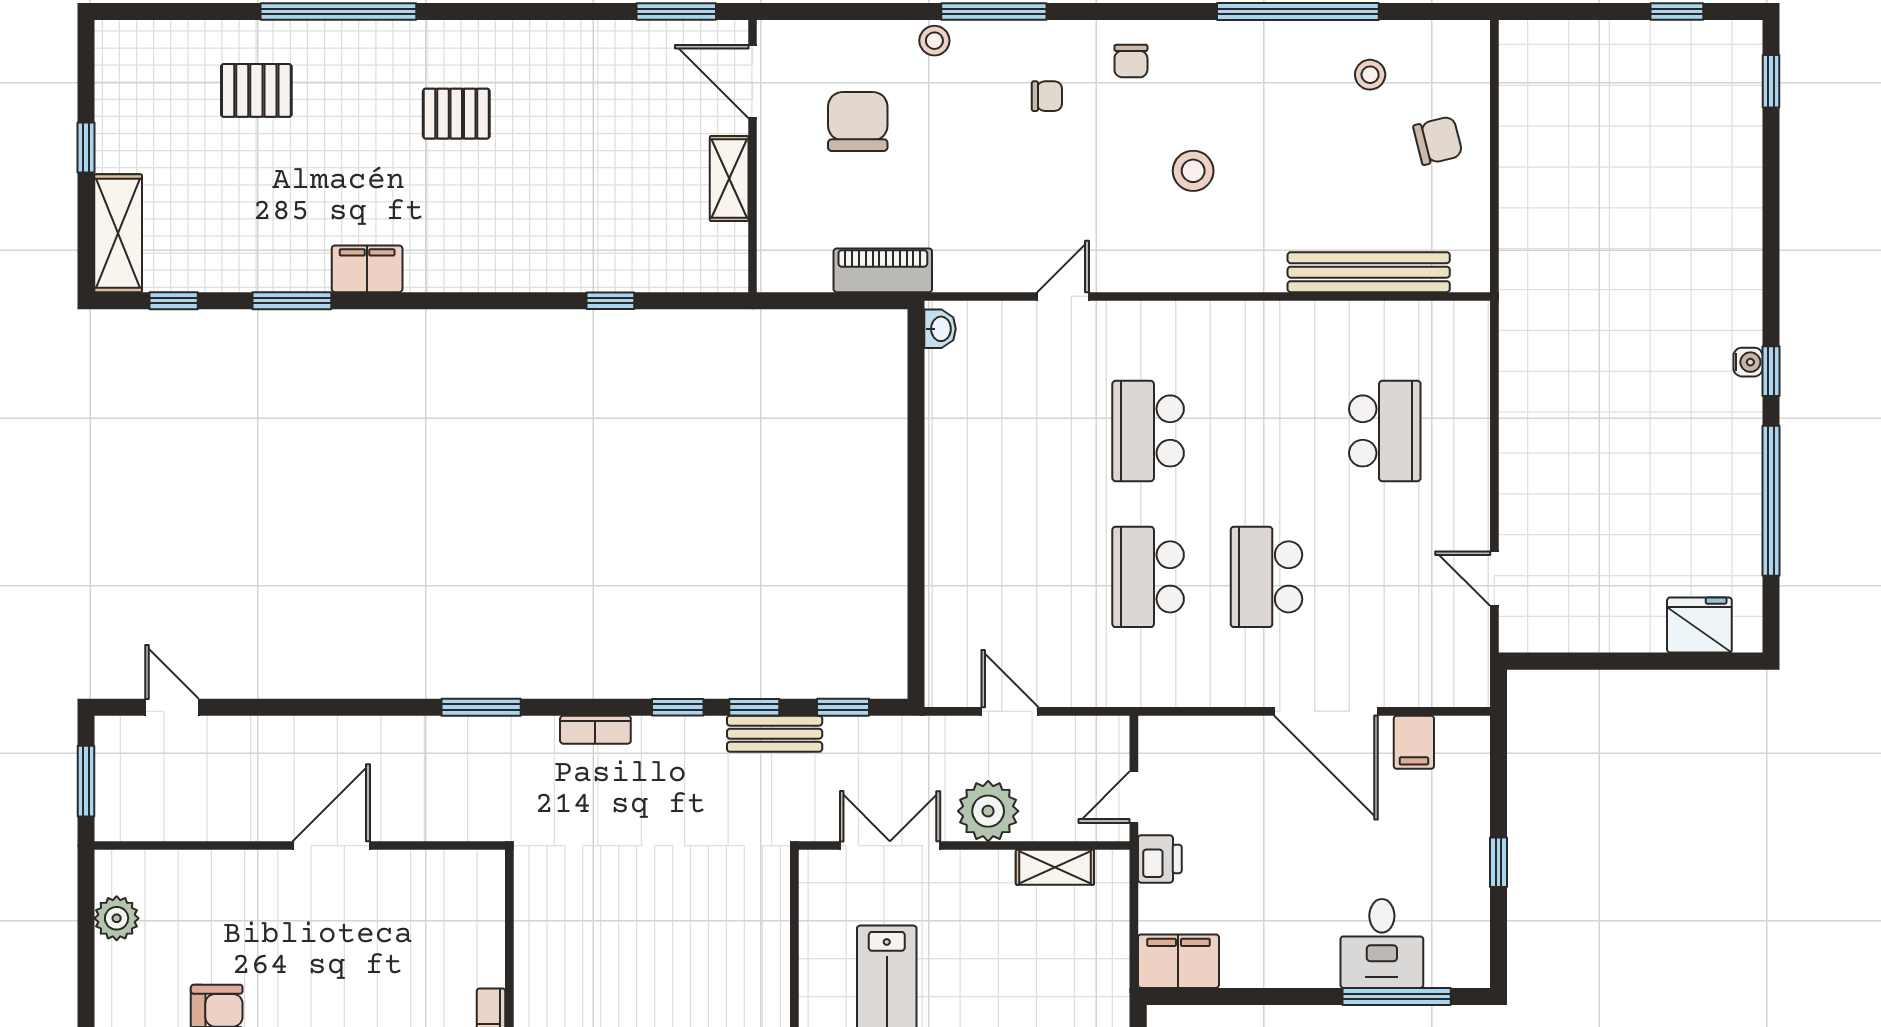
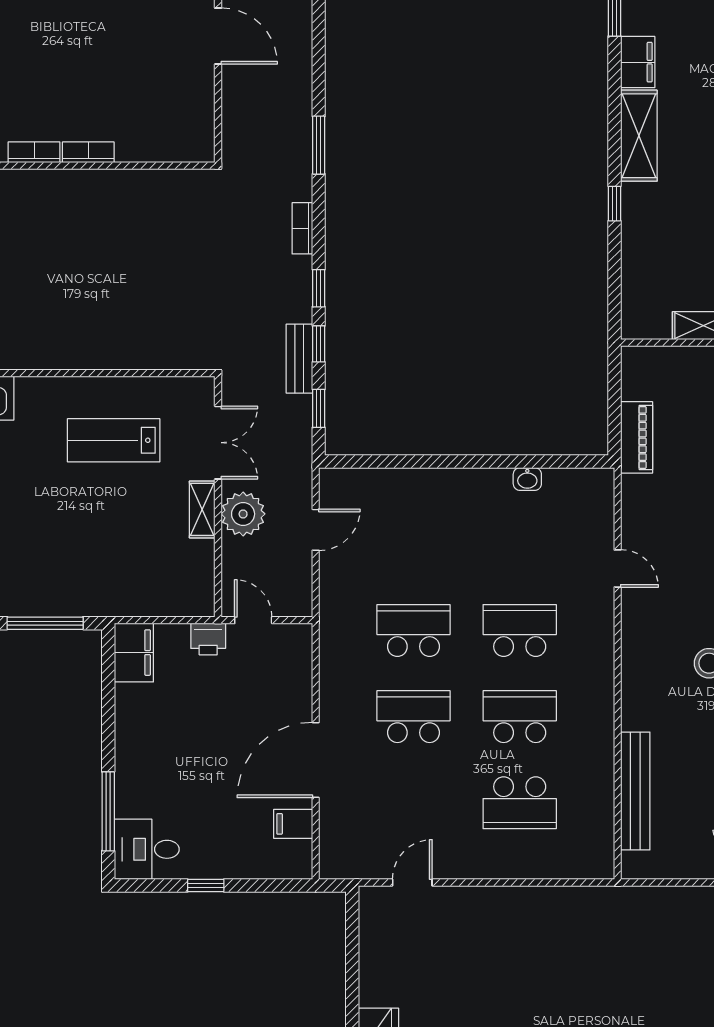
shelving: (468, 267) -> (639, 136), added
window: (610, 301) -> (615, 204), moved
washbasin: (940, 329) -> (527, 479), moved
school desk: (1266, 431) -> (520, 717), added
shelving: (1055, 867) -> (202, 509), moved
desk: (1382, 943) -> (147, 849), moved

